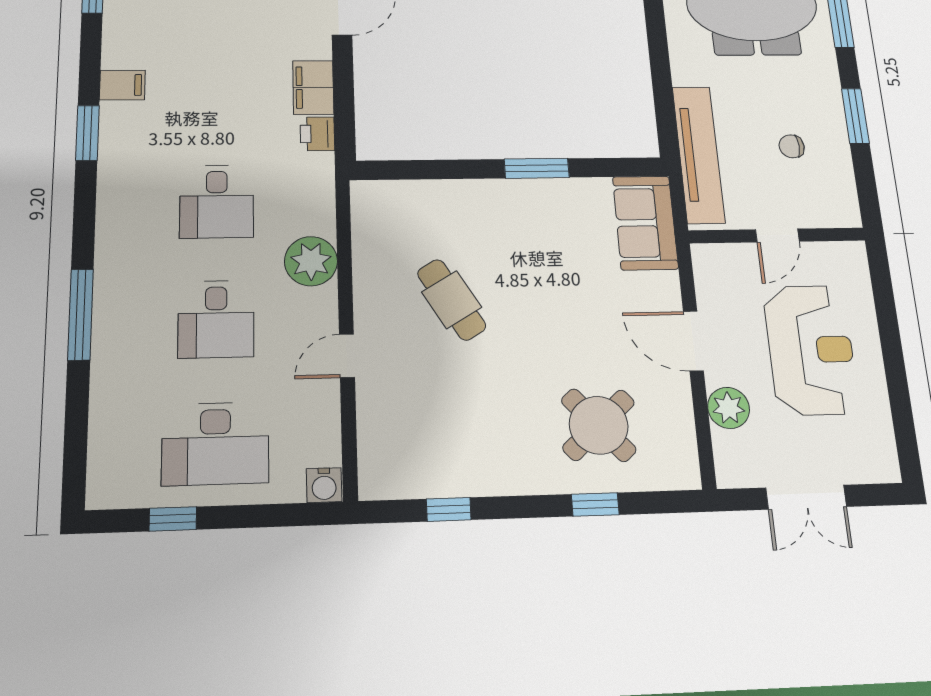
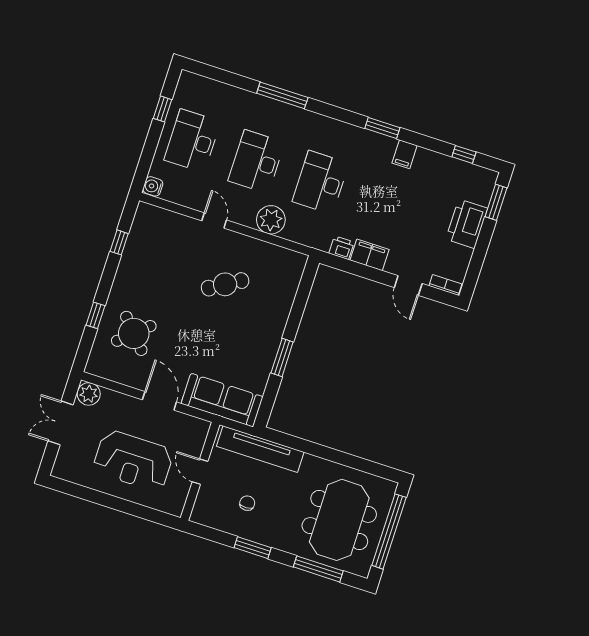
desk: (217, 202) -> (321, 182), width x1.37
sofa: (645, 223) -> (222, 400), width x1.36
desk: (216, 319) -> (256, 162), width x1.37
door: (693, 341) -> (159, 401), hinge flipped
plant: (729, 408) -> (89, 394), moved

